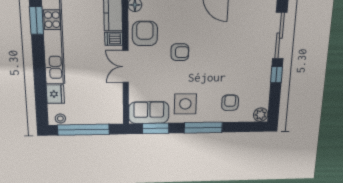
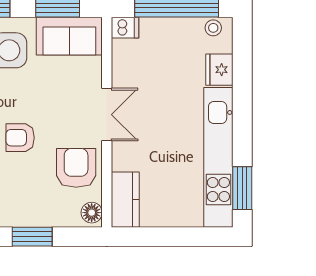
armchair: (145, 33) -> (76, 168), turned 180
dishwasher: (114, 39) -> (125, 28), moved

